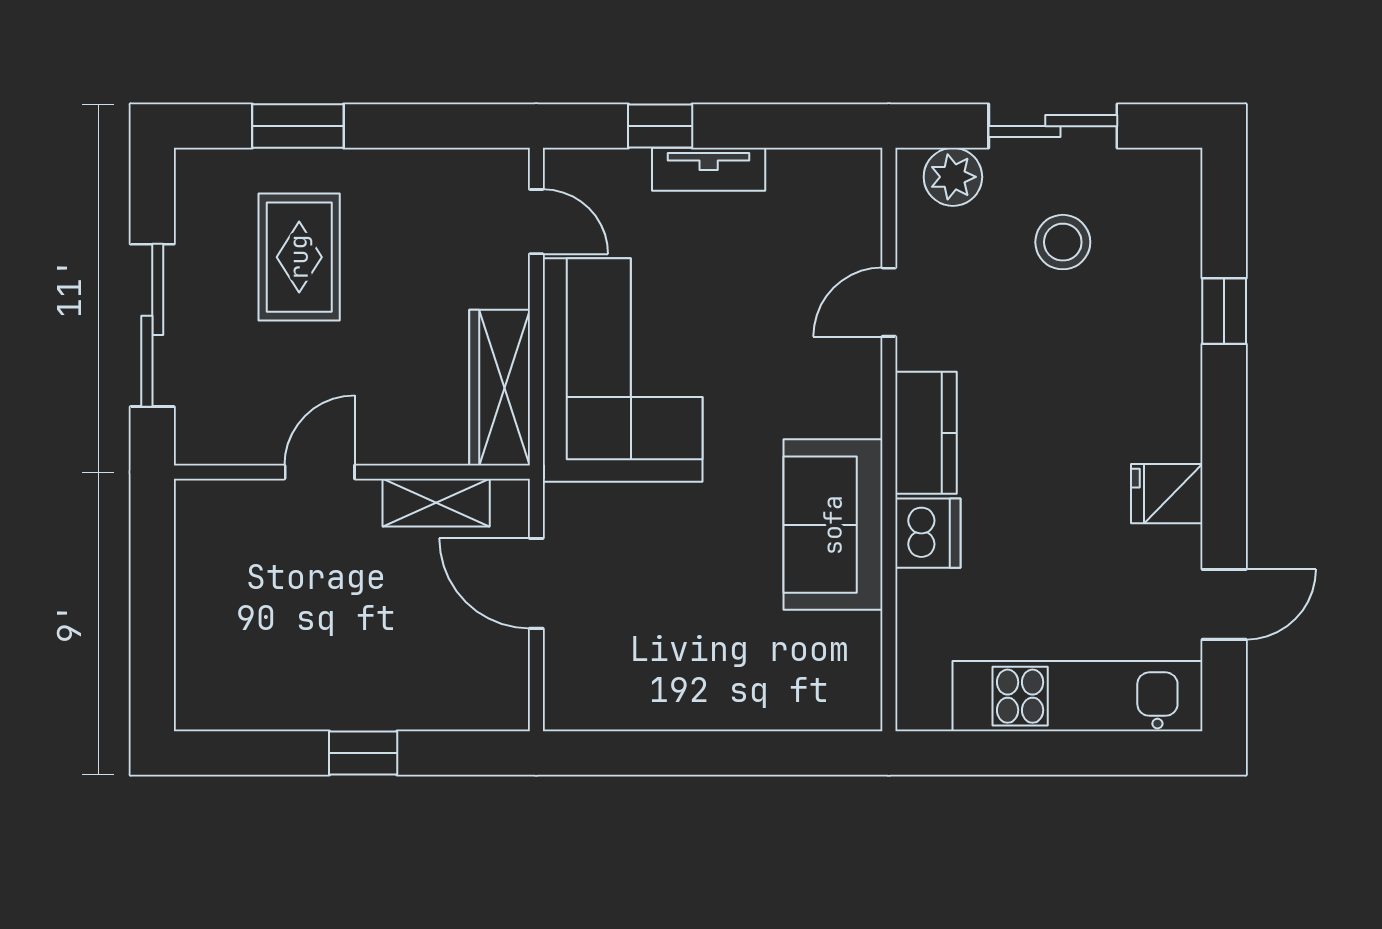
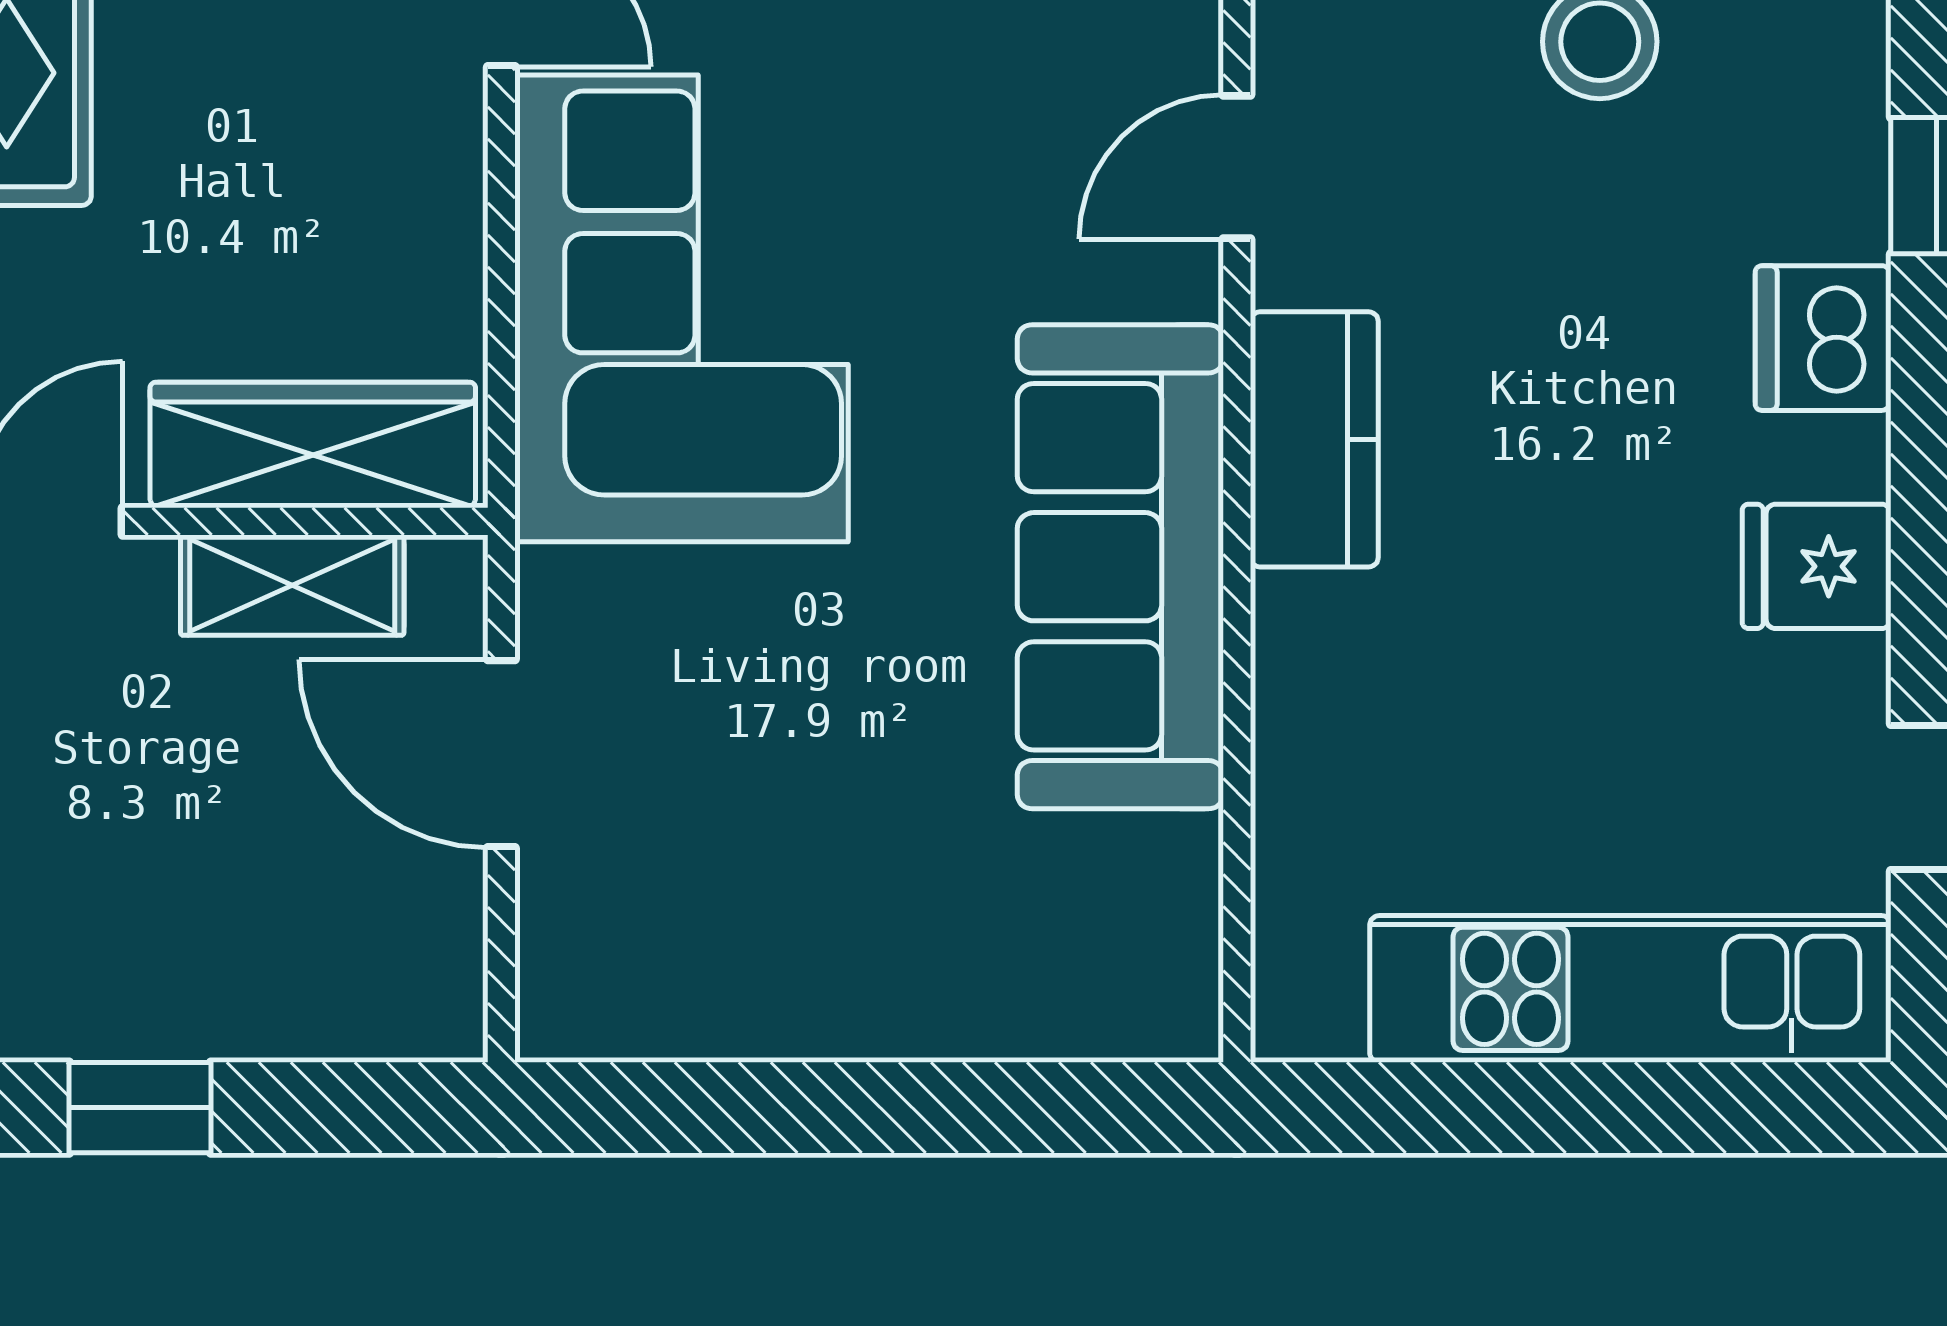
wardrobe: (500, 388) -> (313, 445), moved, turned 90
sofa: (833, 525) -> (1120, 567), width x1.36
dishwasher: (928, 533) -> (1823, 338), moved, turned 180

